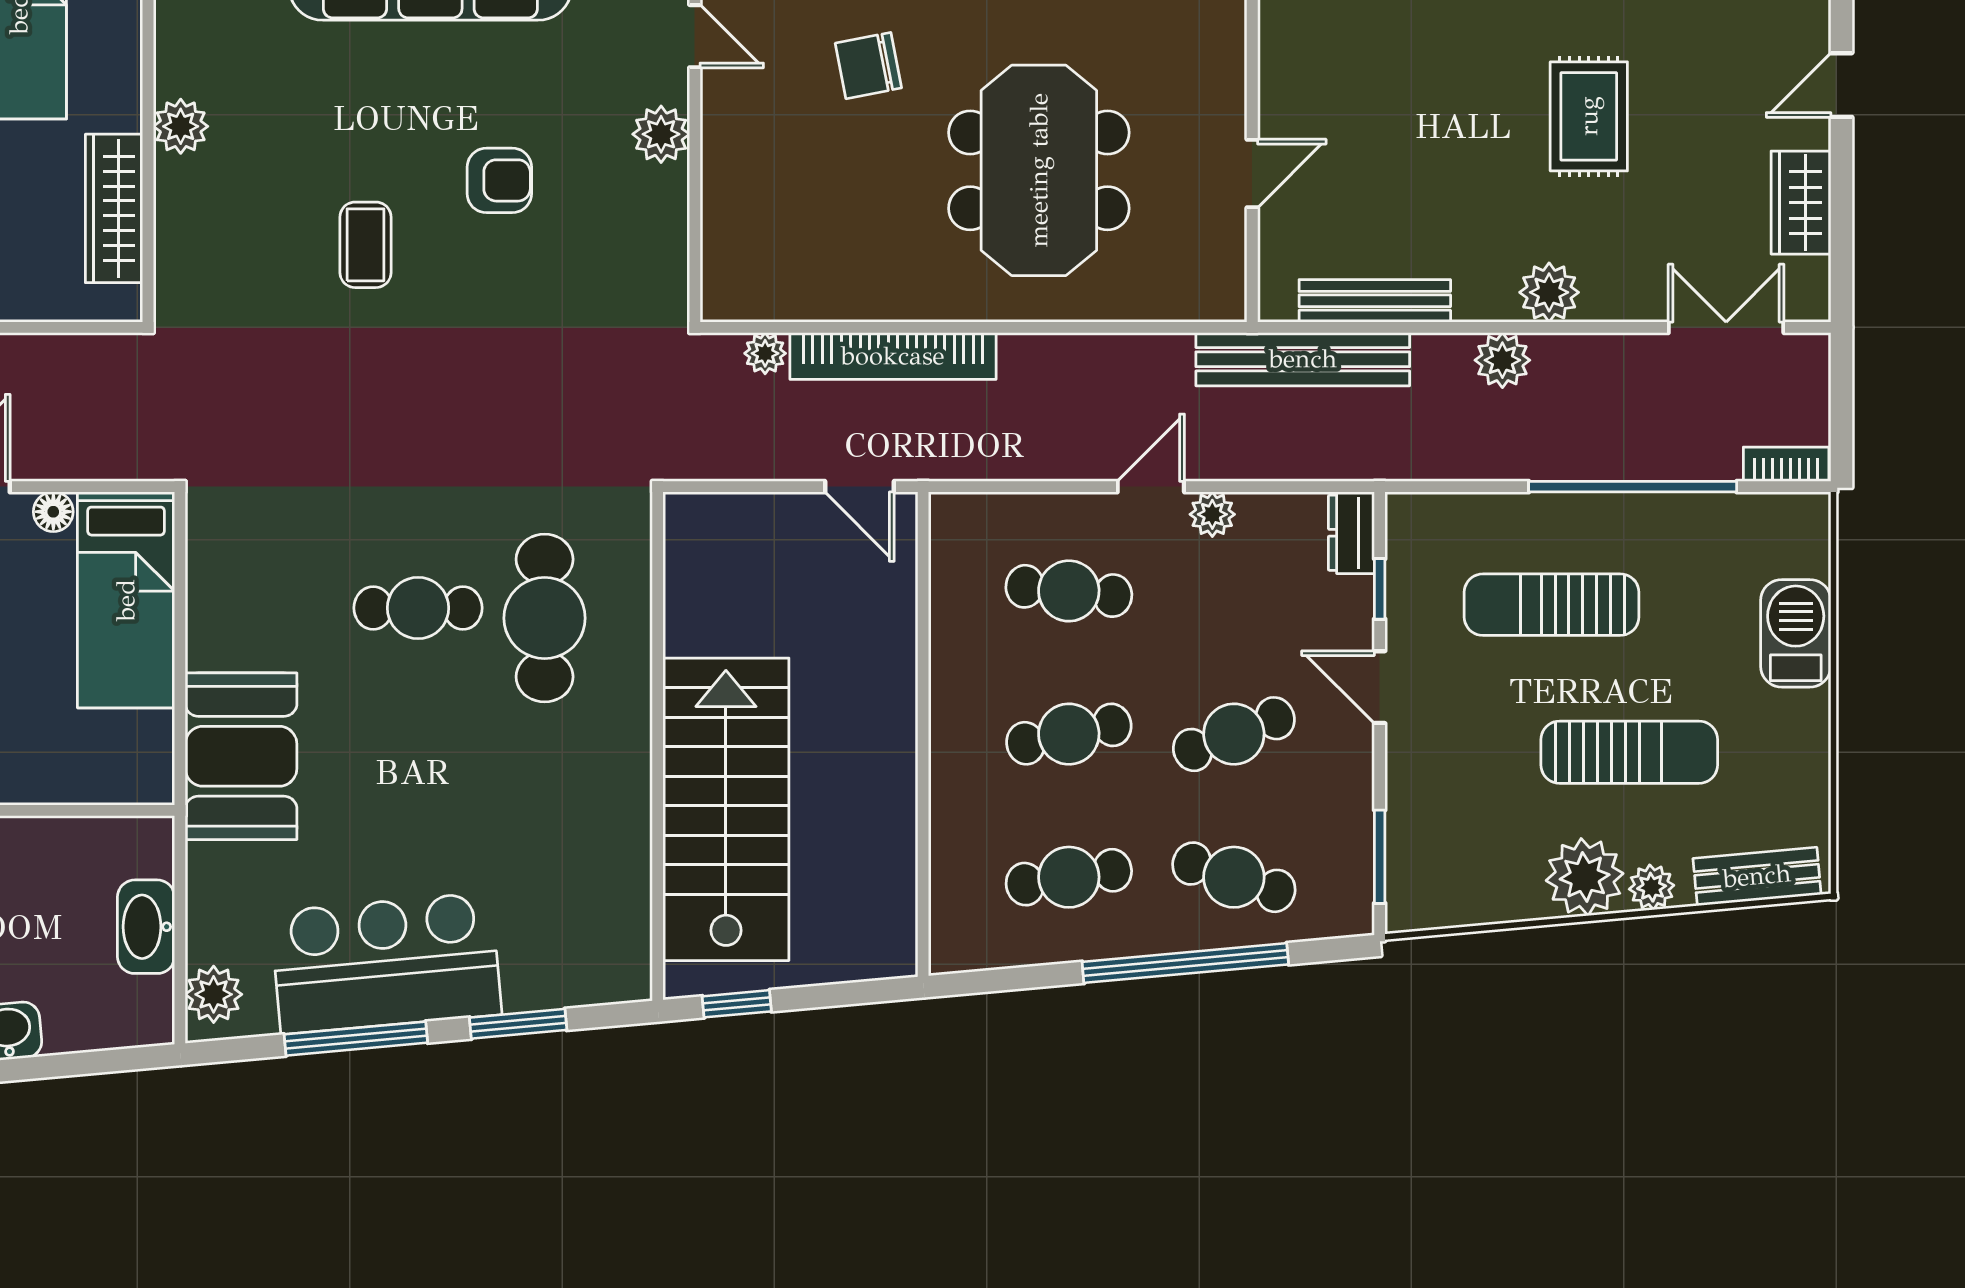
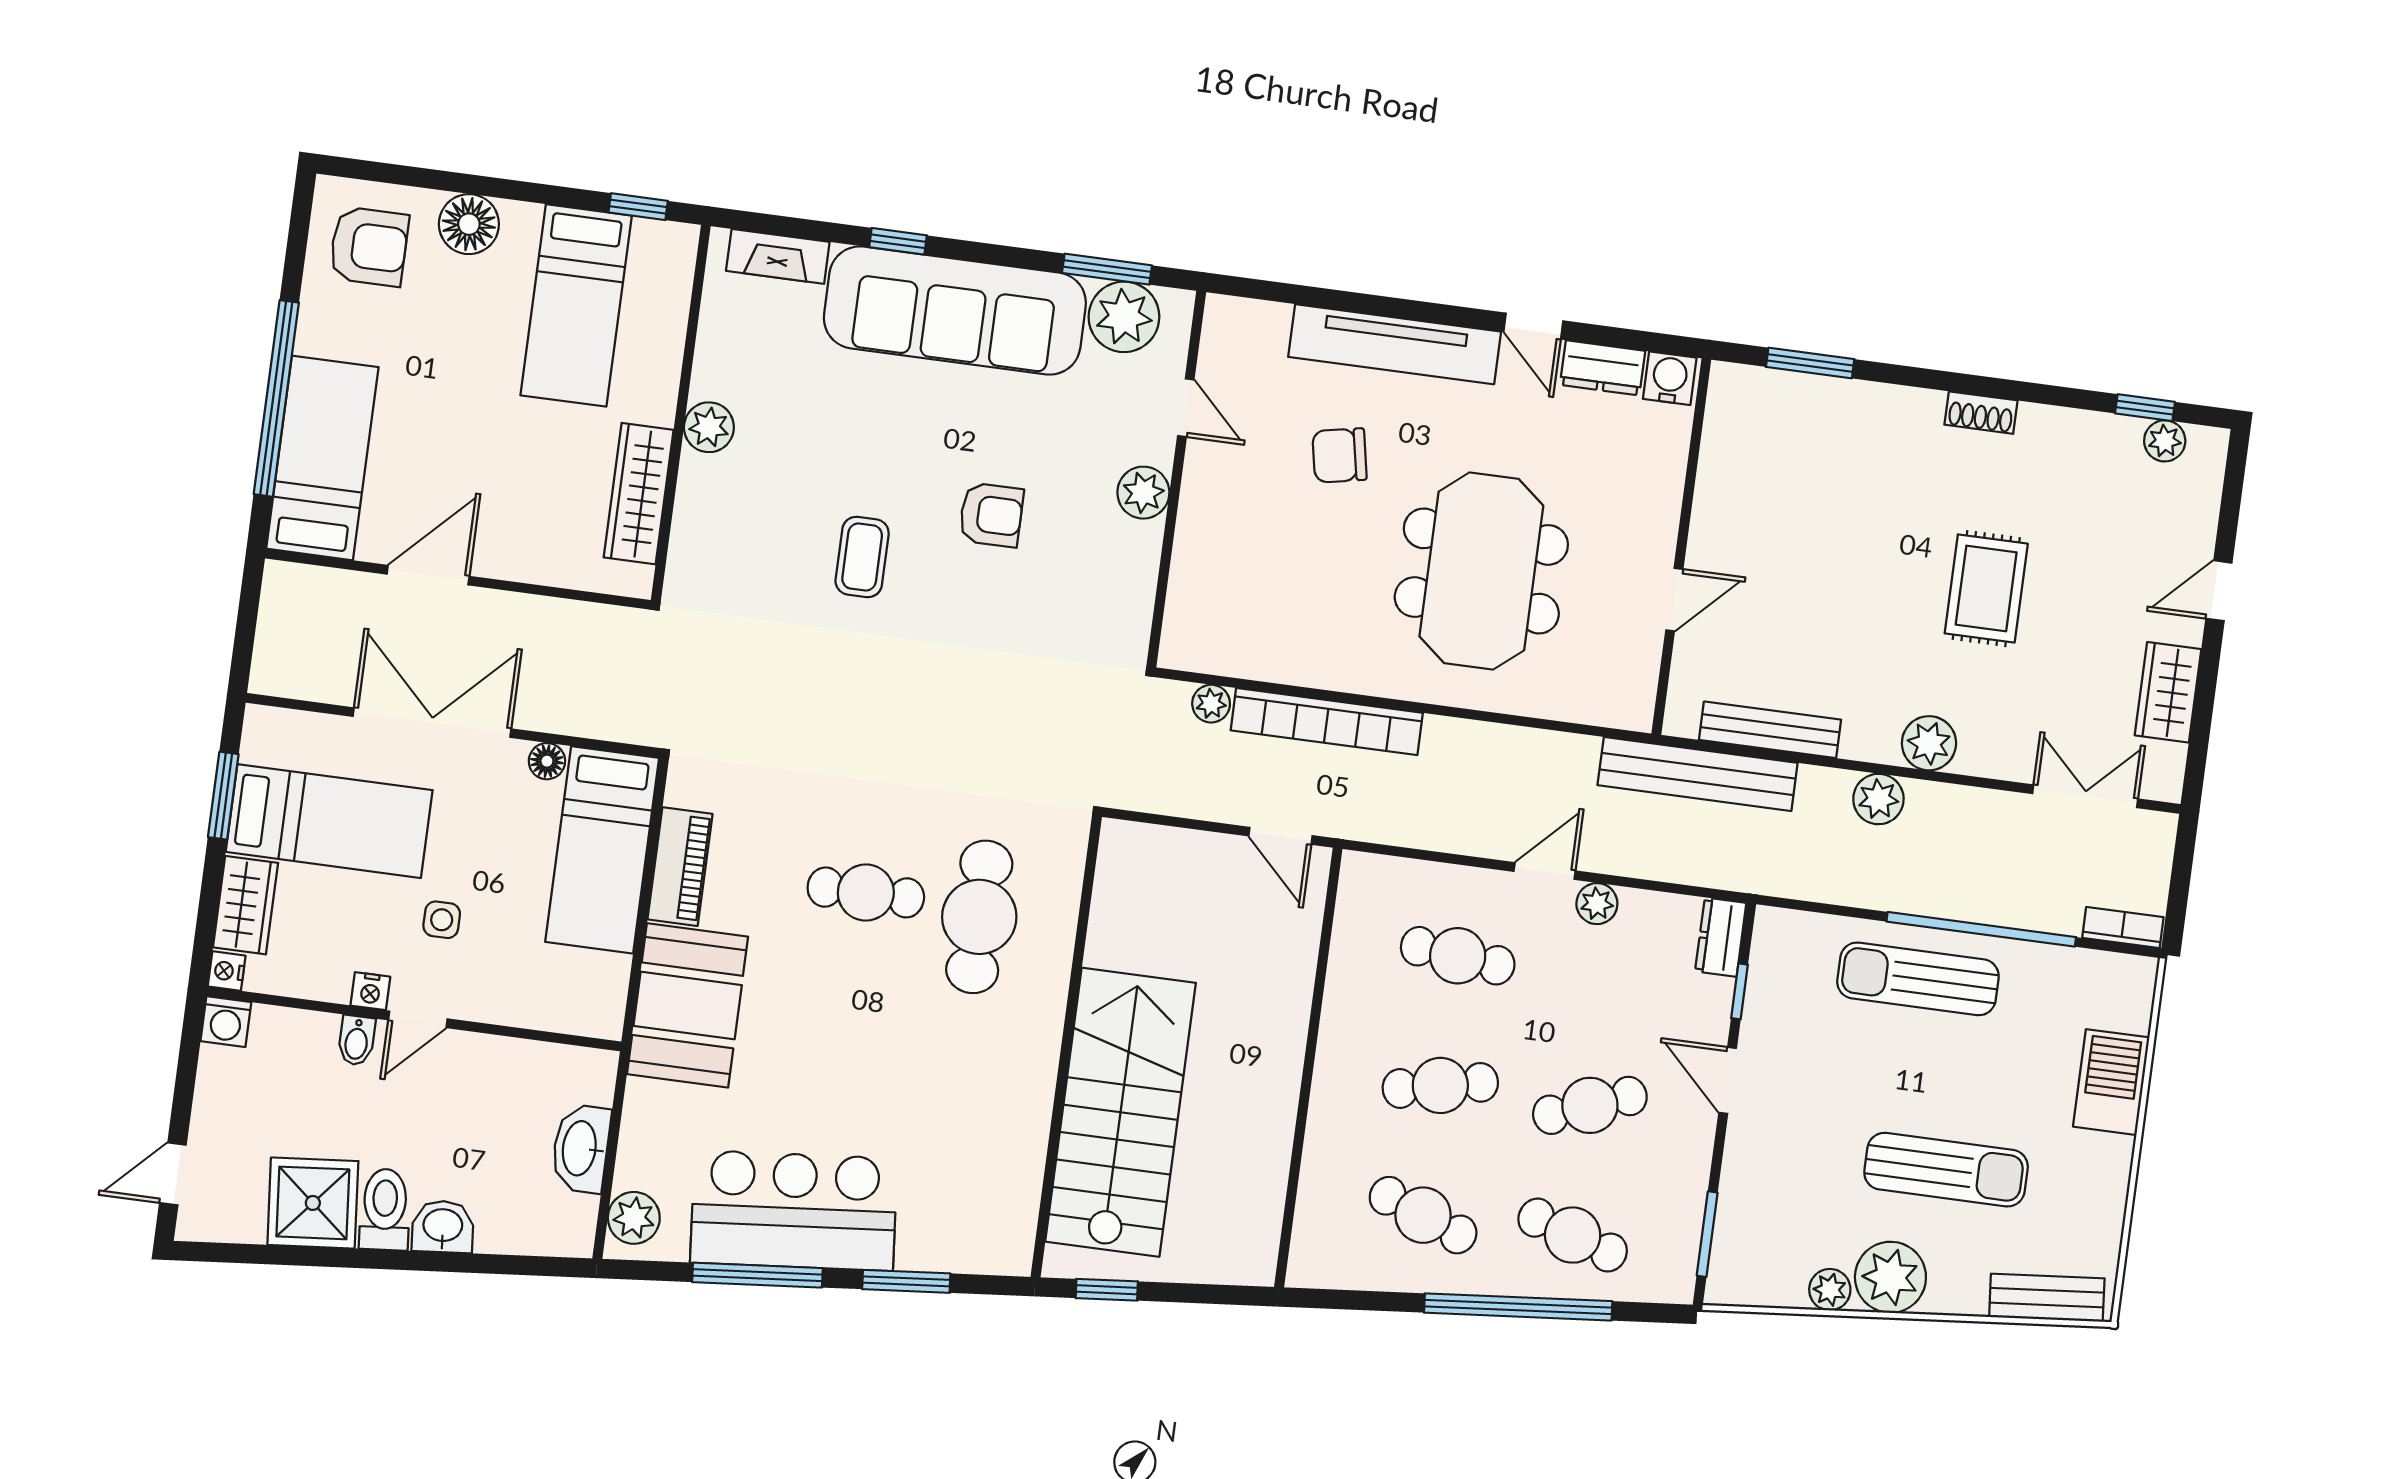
sun lounger: (1552, 605) -> (1918, 979), moved
piano: (213, 607) -> (680, 867), added
cafe table: (1069, 877) -> (1423, 1215), turned 30
plant: (1652, 887) -> (1830, 1290), moved

